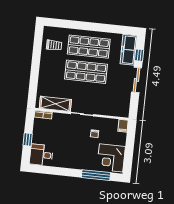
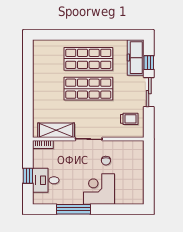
trolley: (54, 45) -> (129, 119), moved
filing cabinet: (123, 126) -> (138, 148), removed
desk: (41, 155) -> (46, 180), moved
corner desk: (111, 158) -> (99, 189), moved, turned 90
window: (96, 175) -> (74, 209), moved

